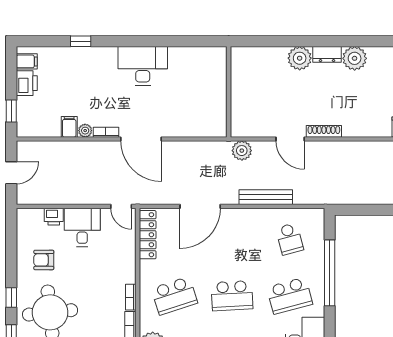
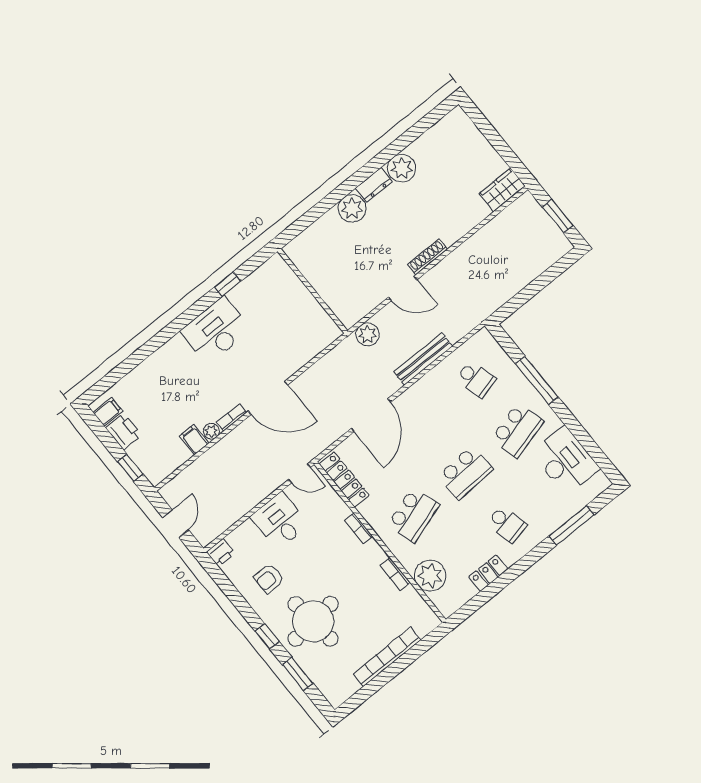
window: (81, 41) -> (227, 284), moved
printer: (54, 217) -> (221, 553), moved
window: (330, 273) -> (537, 380), width x0.68
bookcase: (131, 297) -> (359, 528), moved

